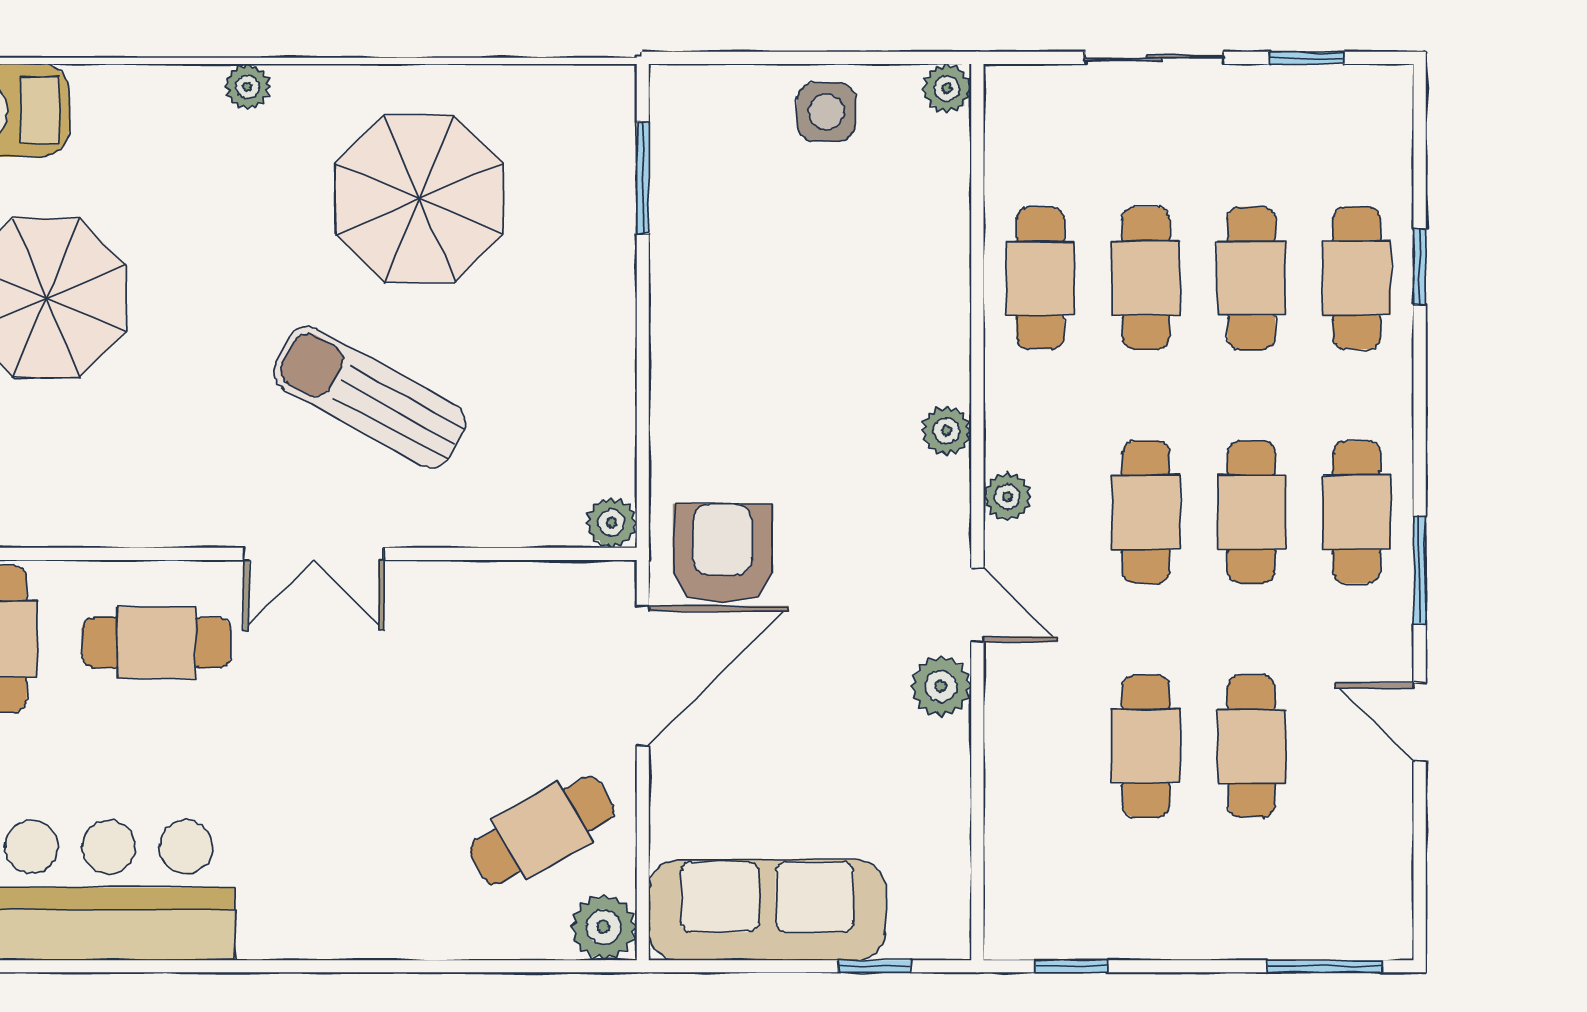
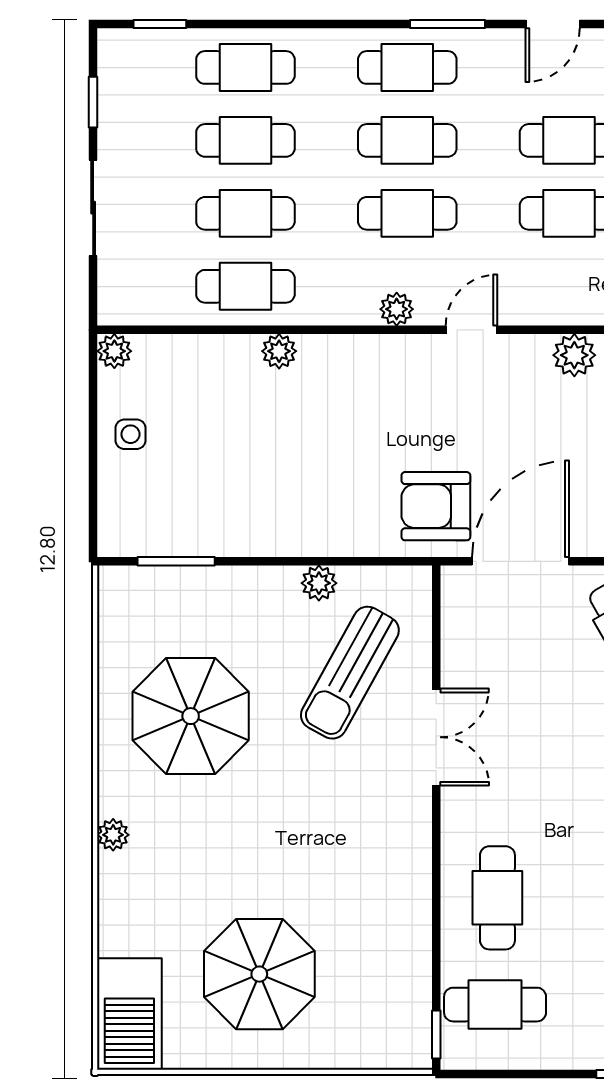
side table: (826, 112) -> (131, 434), width x0.73, depth x0.73
window: (1420, 267) -> (160, 24), moved
sun lounger: (369, 397) -> (350, 673), moved
plant: (946, 431) -> (279, 351), moved
plant: (611, 522) -> (319, 583), moved
double door: (314, 554) -> (436, 737), moved
door: (643, 676) -> (521, 561), hinge flipped
plant: (941, 686) -> (574, 355), moved

